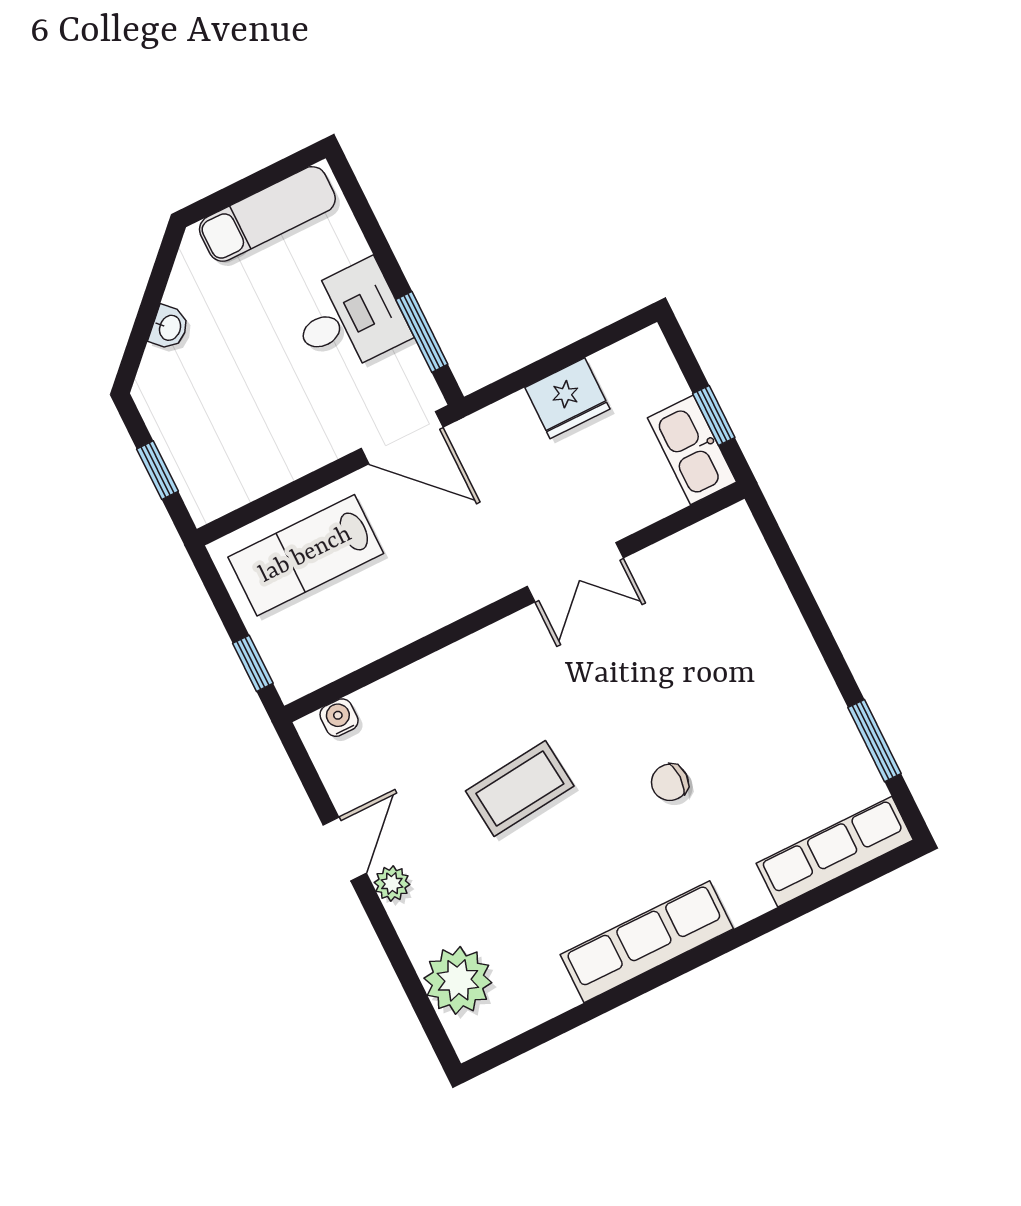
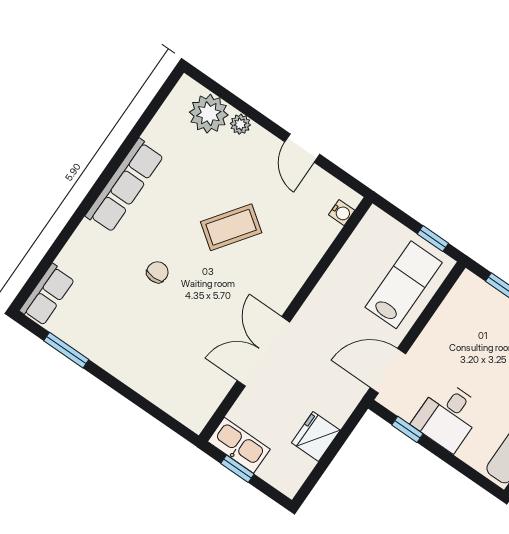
window: (422, 332) -> (407, 429), width x0.67
double door: (575, 572) -> (263, 351), width x1.37
window: (253, 663) -> (433, 239), moved
coffee table: (520, 789) -> (231, 227), turned 42
row of seats: (835, 852) -> (47, 295), width x0.68
plant: (392, 883) -> (240, 124), moved

